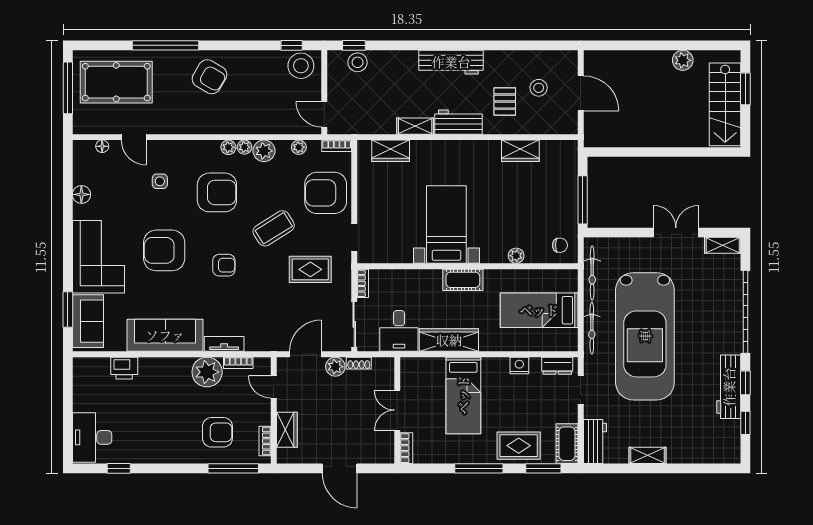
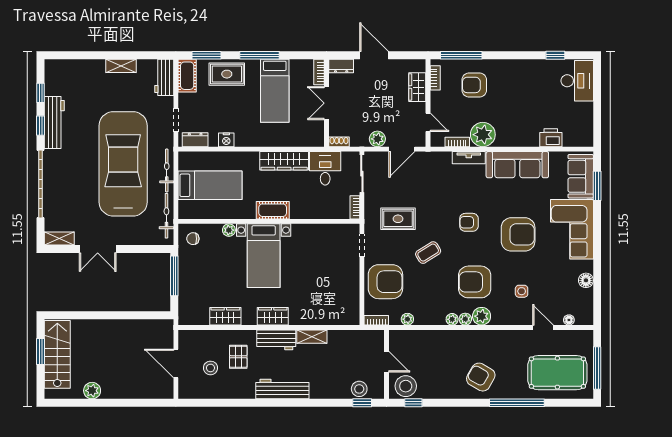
window: (745, 89) -> (41, 351), moved
door: (324, 114) -> (387, 362), moved
plant: (264, 151) -> (482, 316), moved
wardrobe: (391, 151) -> (273, 316), moved
bed with nightstands: (446, 224) -> (264, 256), moved
coffee table: (274, 228) -> (428, 253), width x0.73, depth x0.77
shoe rack: (359, 363) -> (339, 142), moved
bed: (463, 395) -> (275, 91), moved, turned 180
double door: (397, 410) -> (327, 103), swing flipped
dresser: (380, 455) -> (341, 66), added

